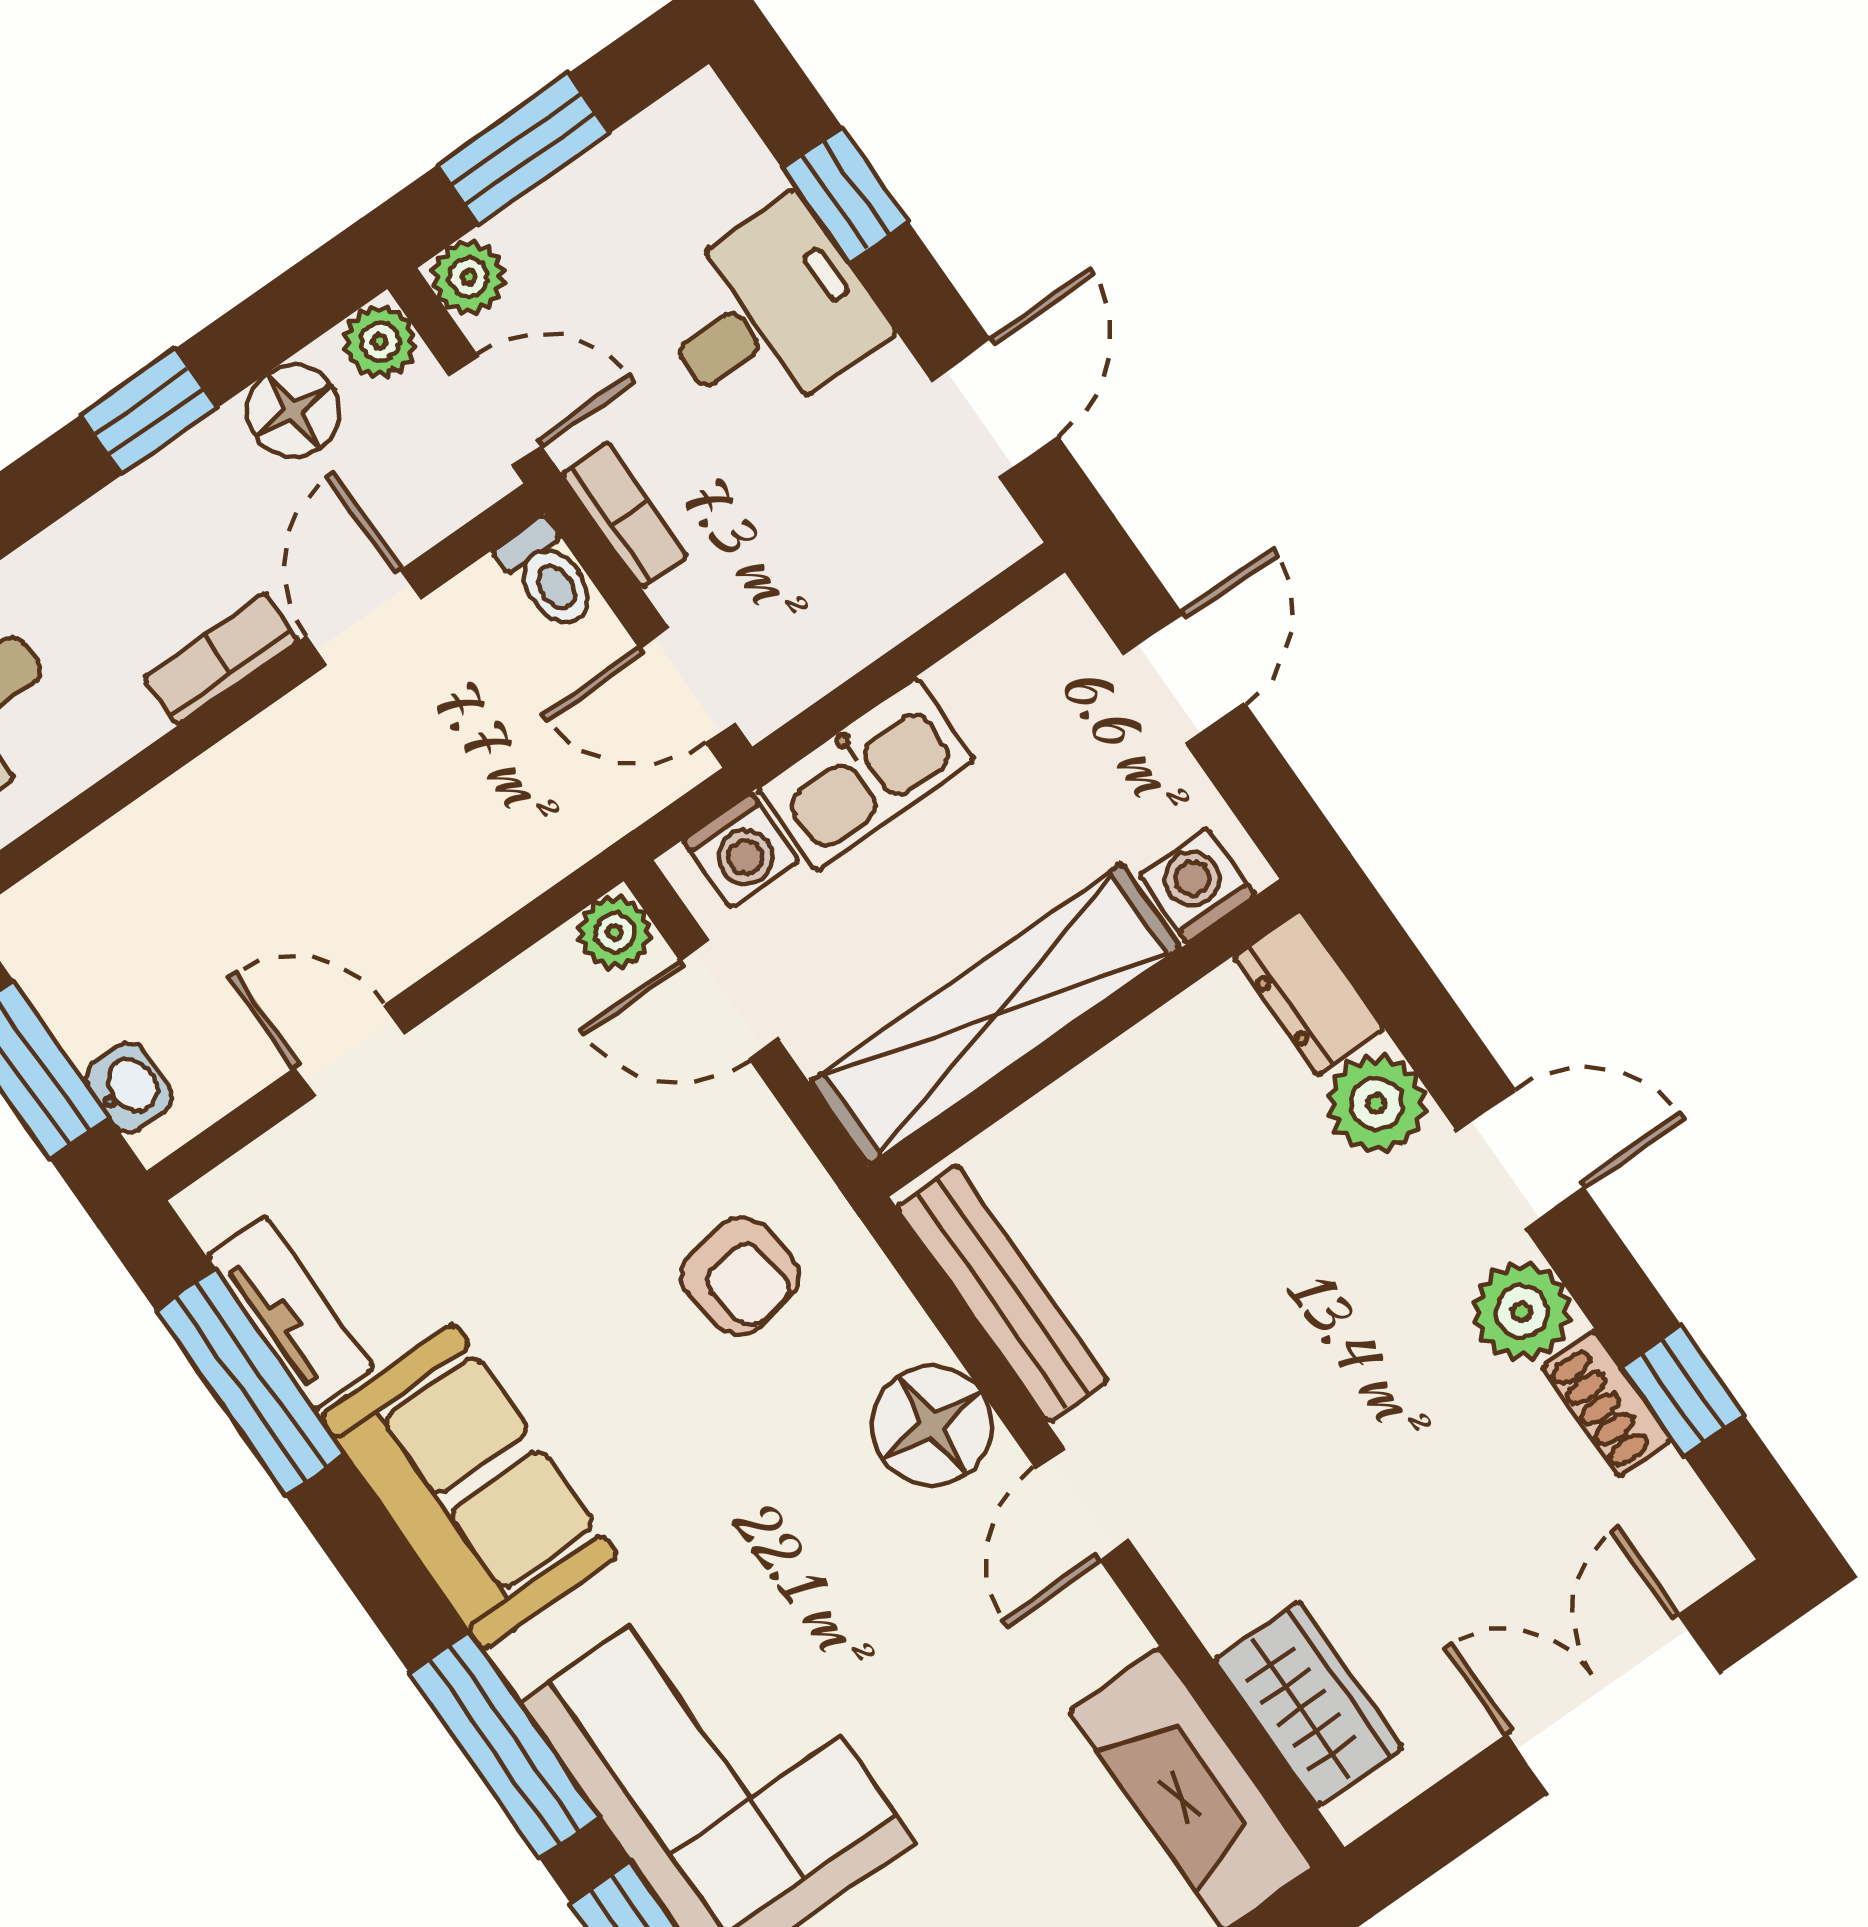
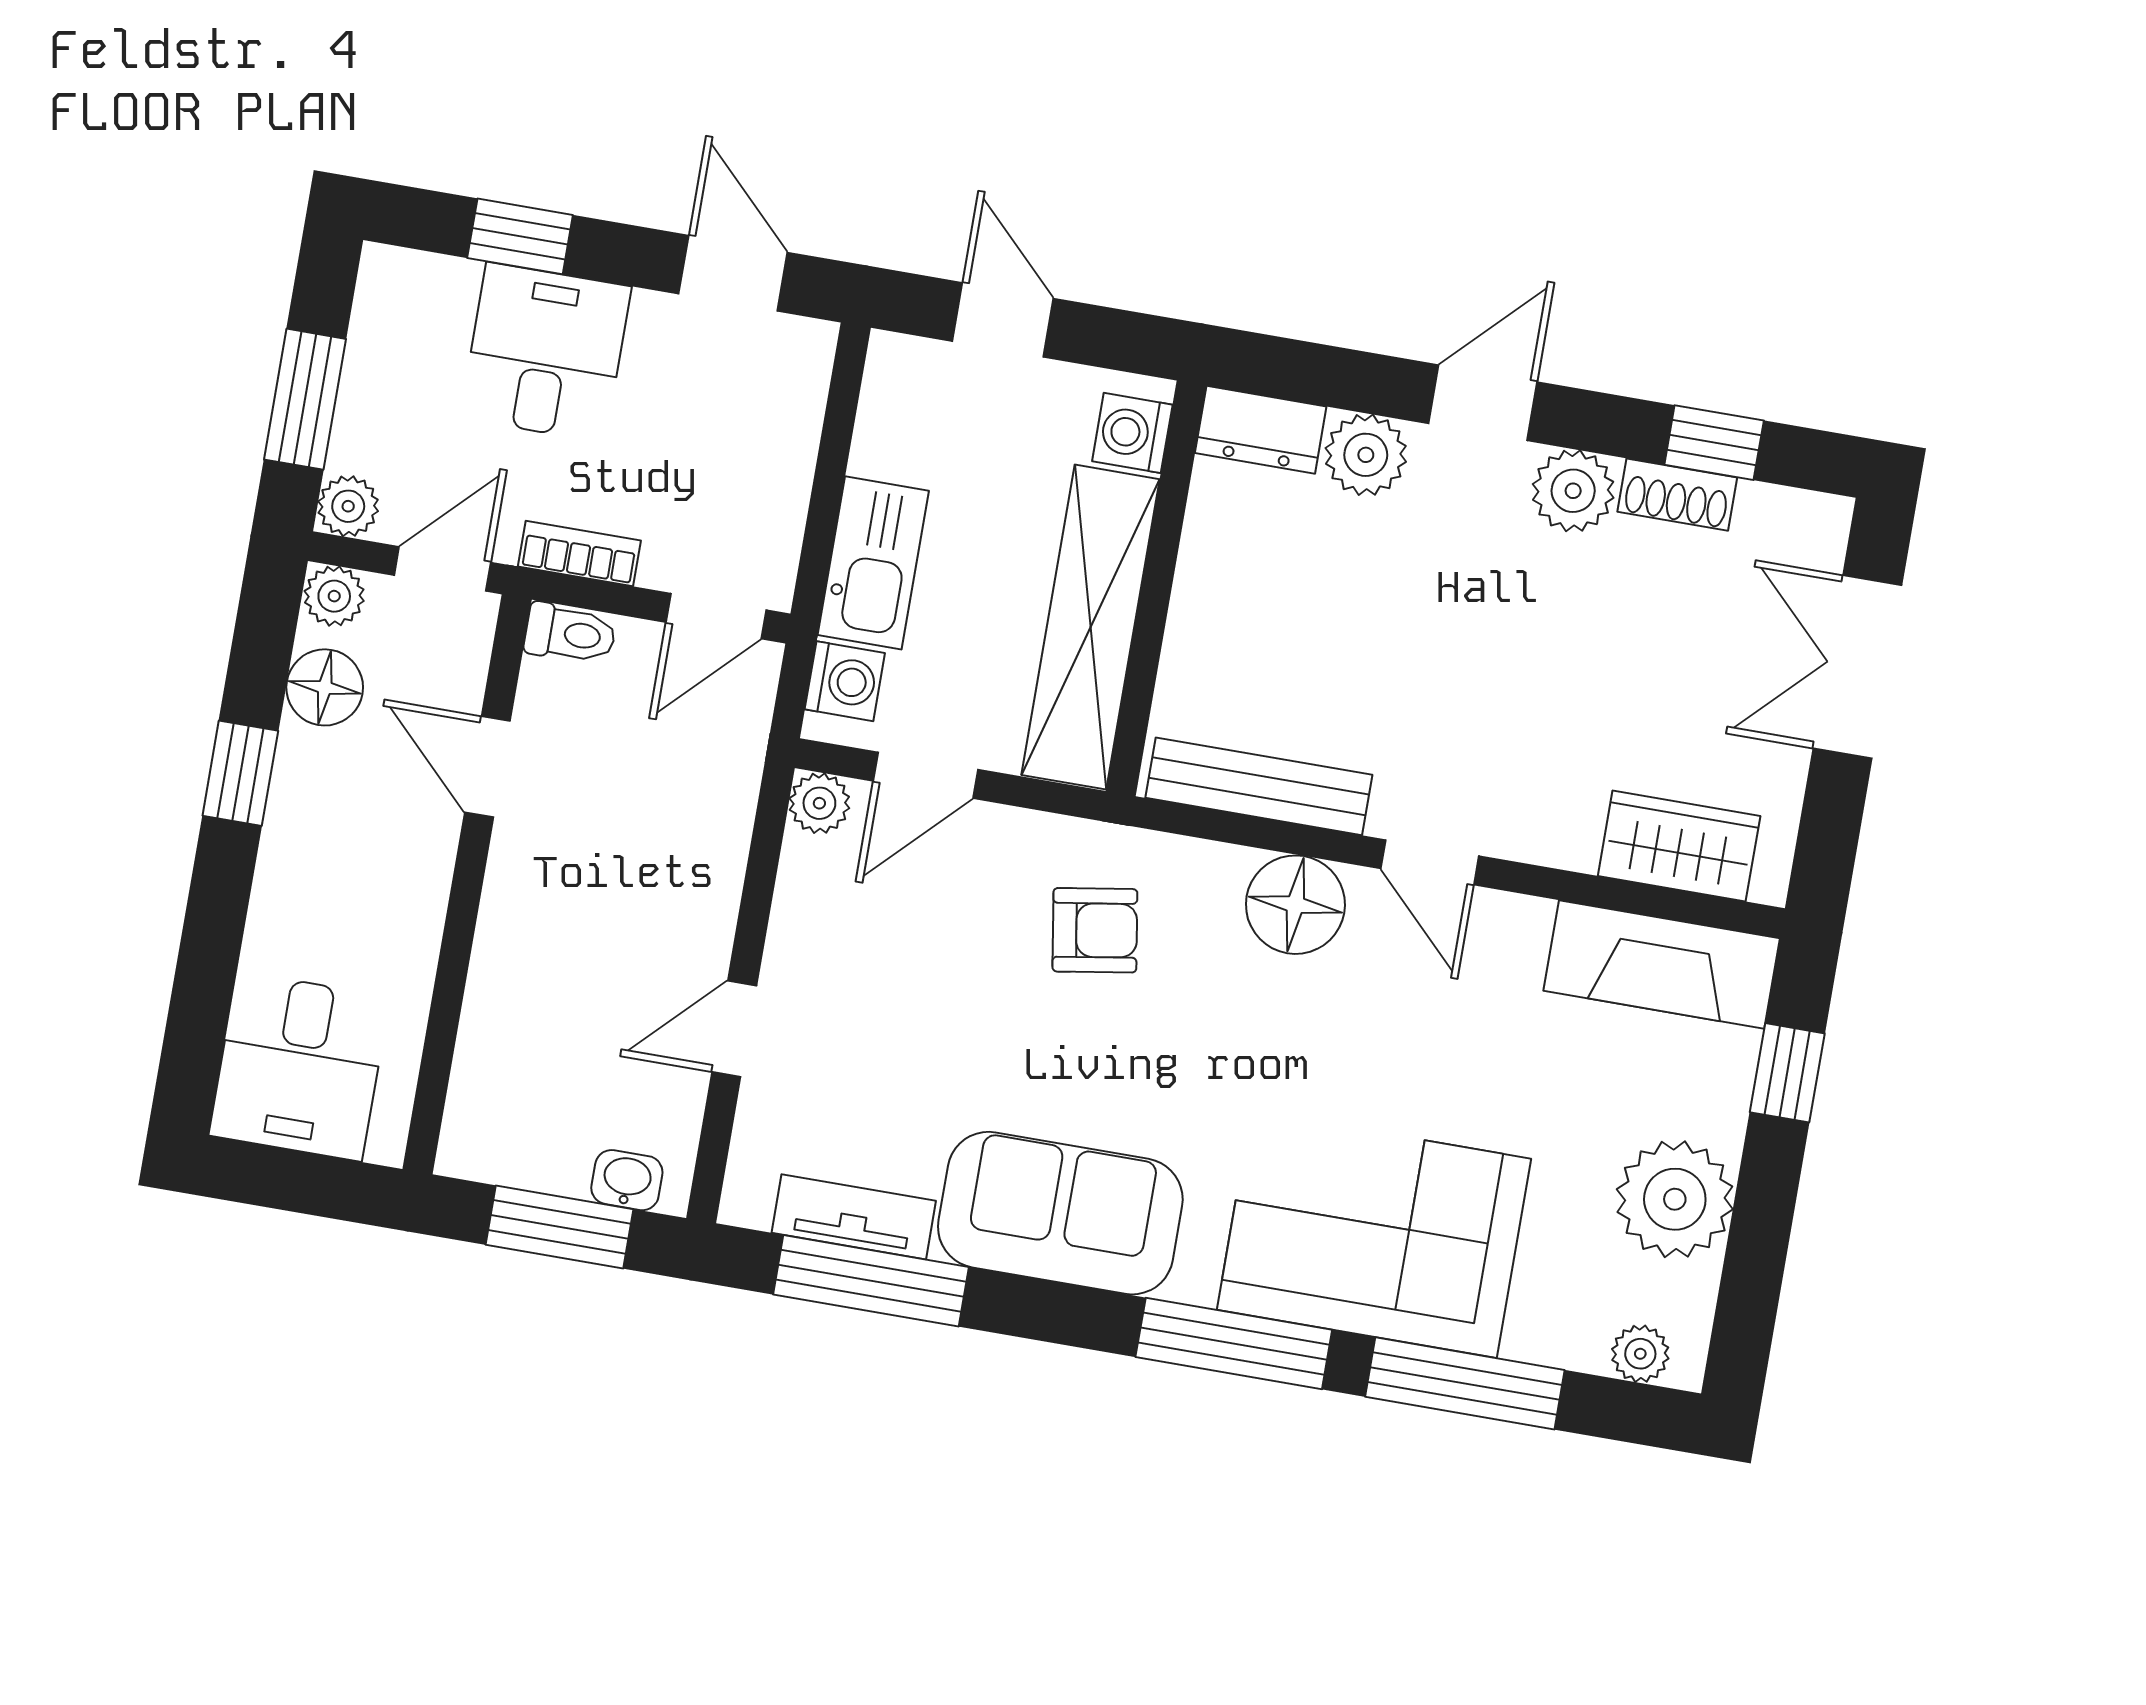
bookcase: (221, 659) -> (428, 875), removed

